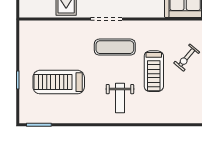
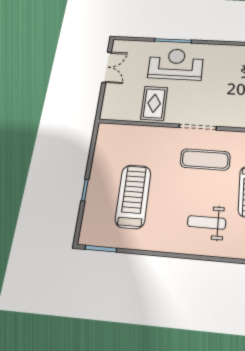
treadmill: (59, 82) -> (133, 196), turned 90
weight bench: (120, 98) -> (207, 222), turned 90

